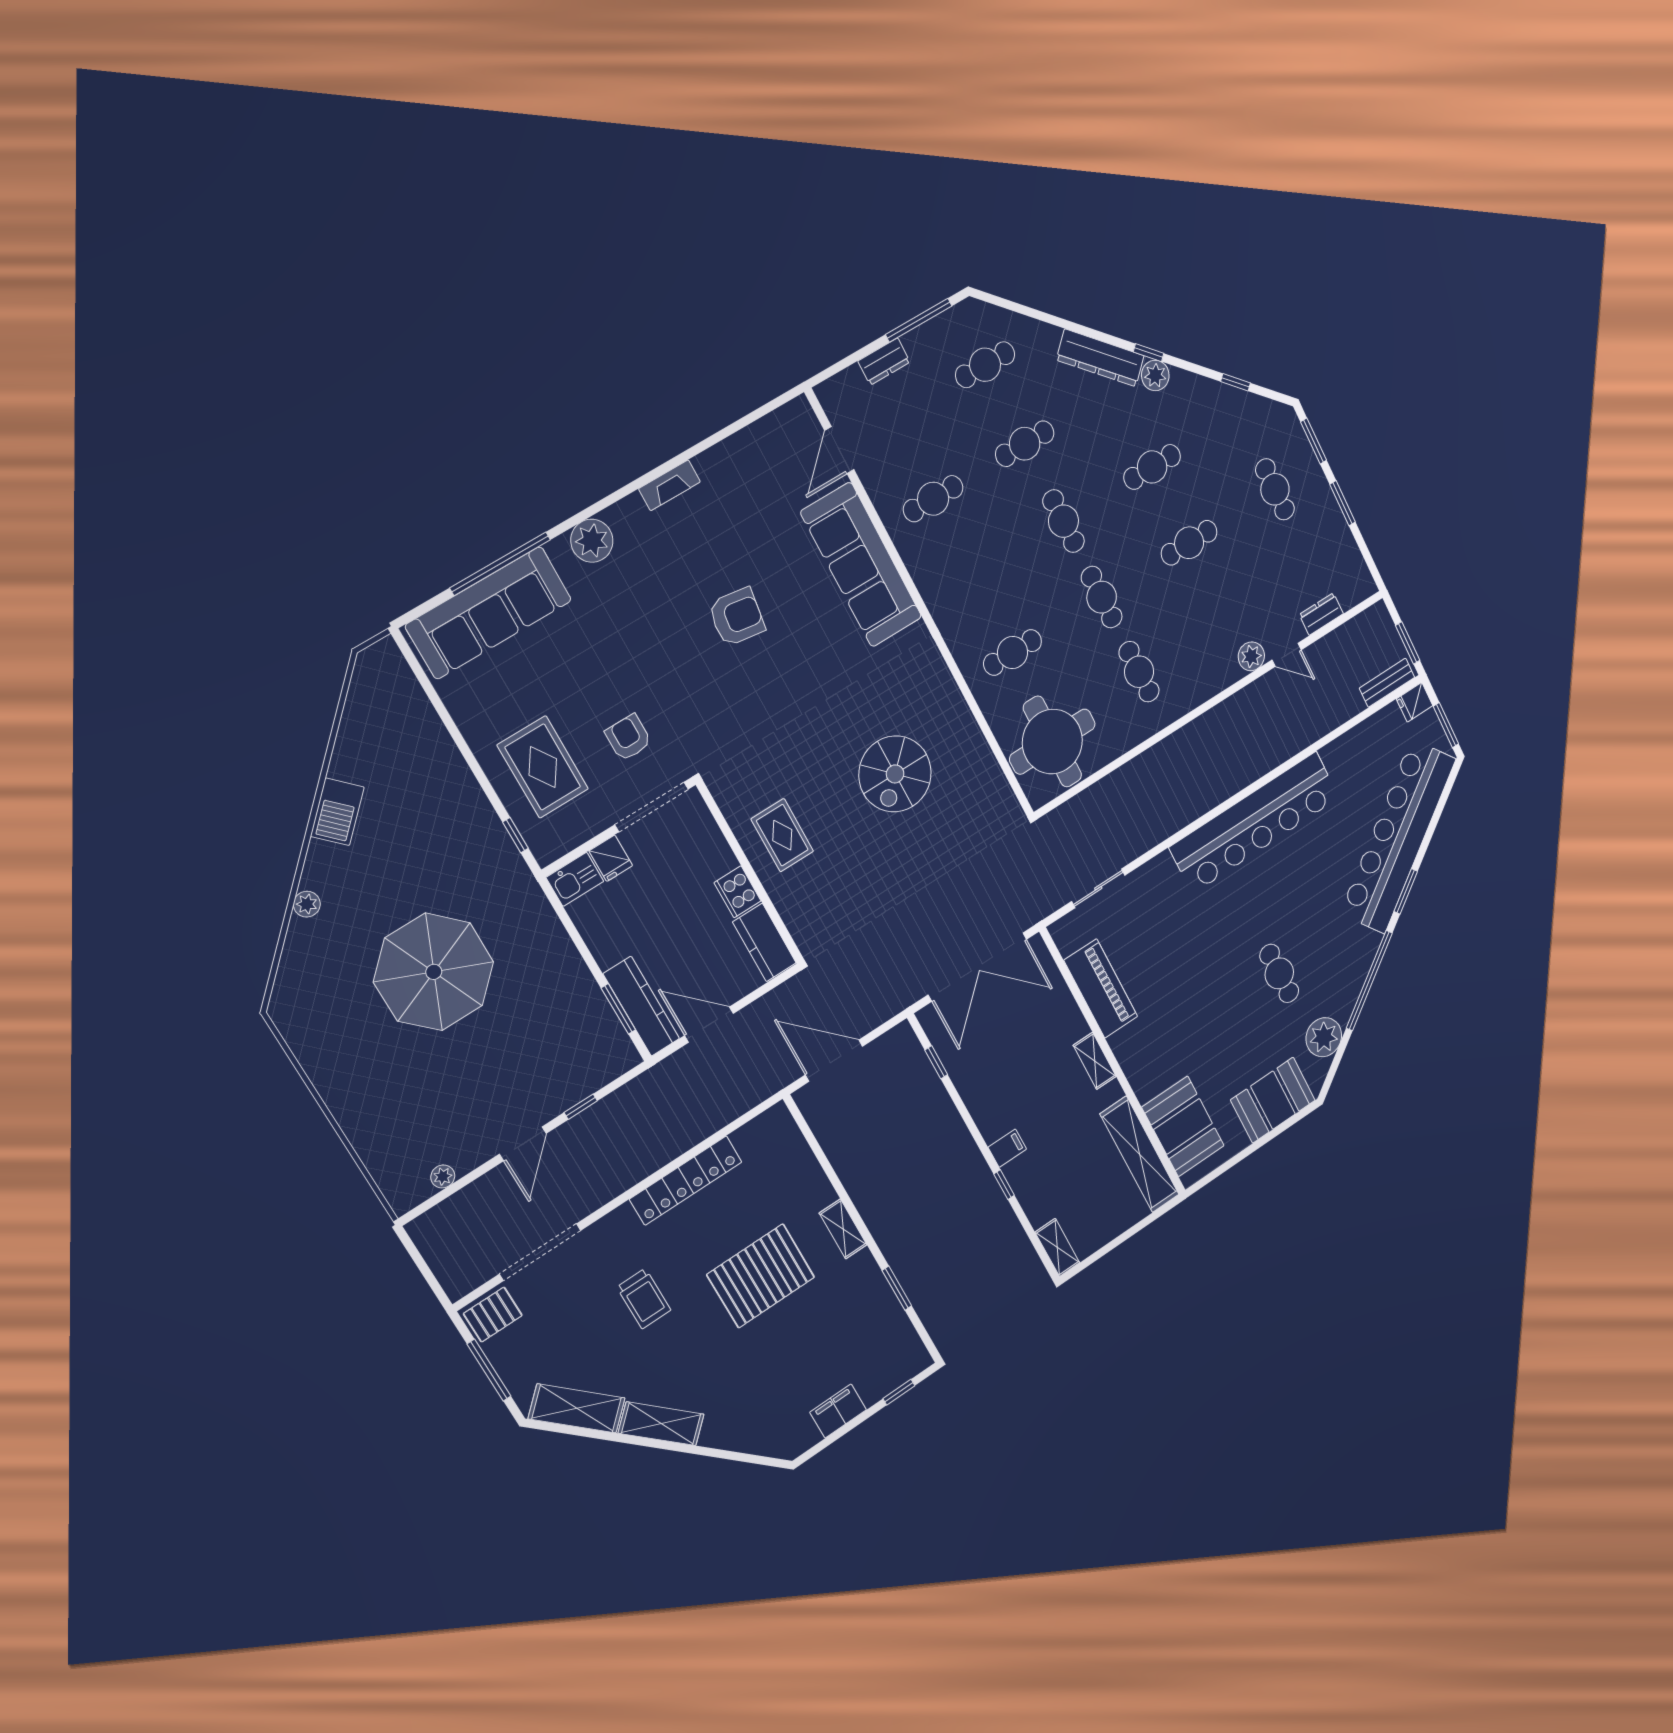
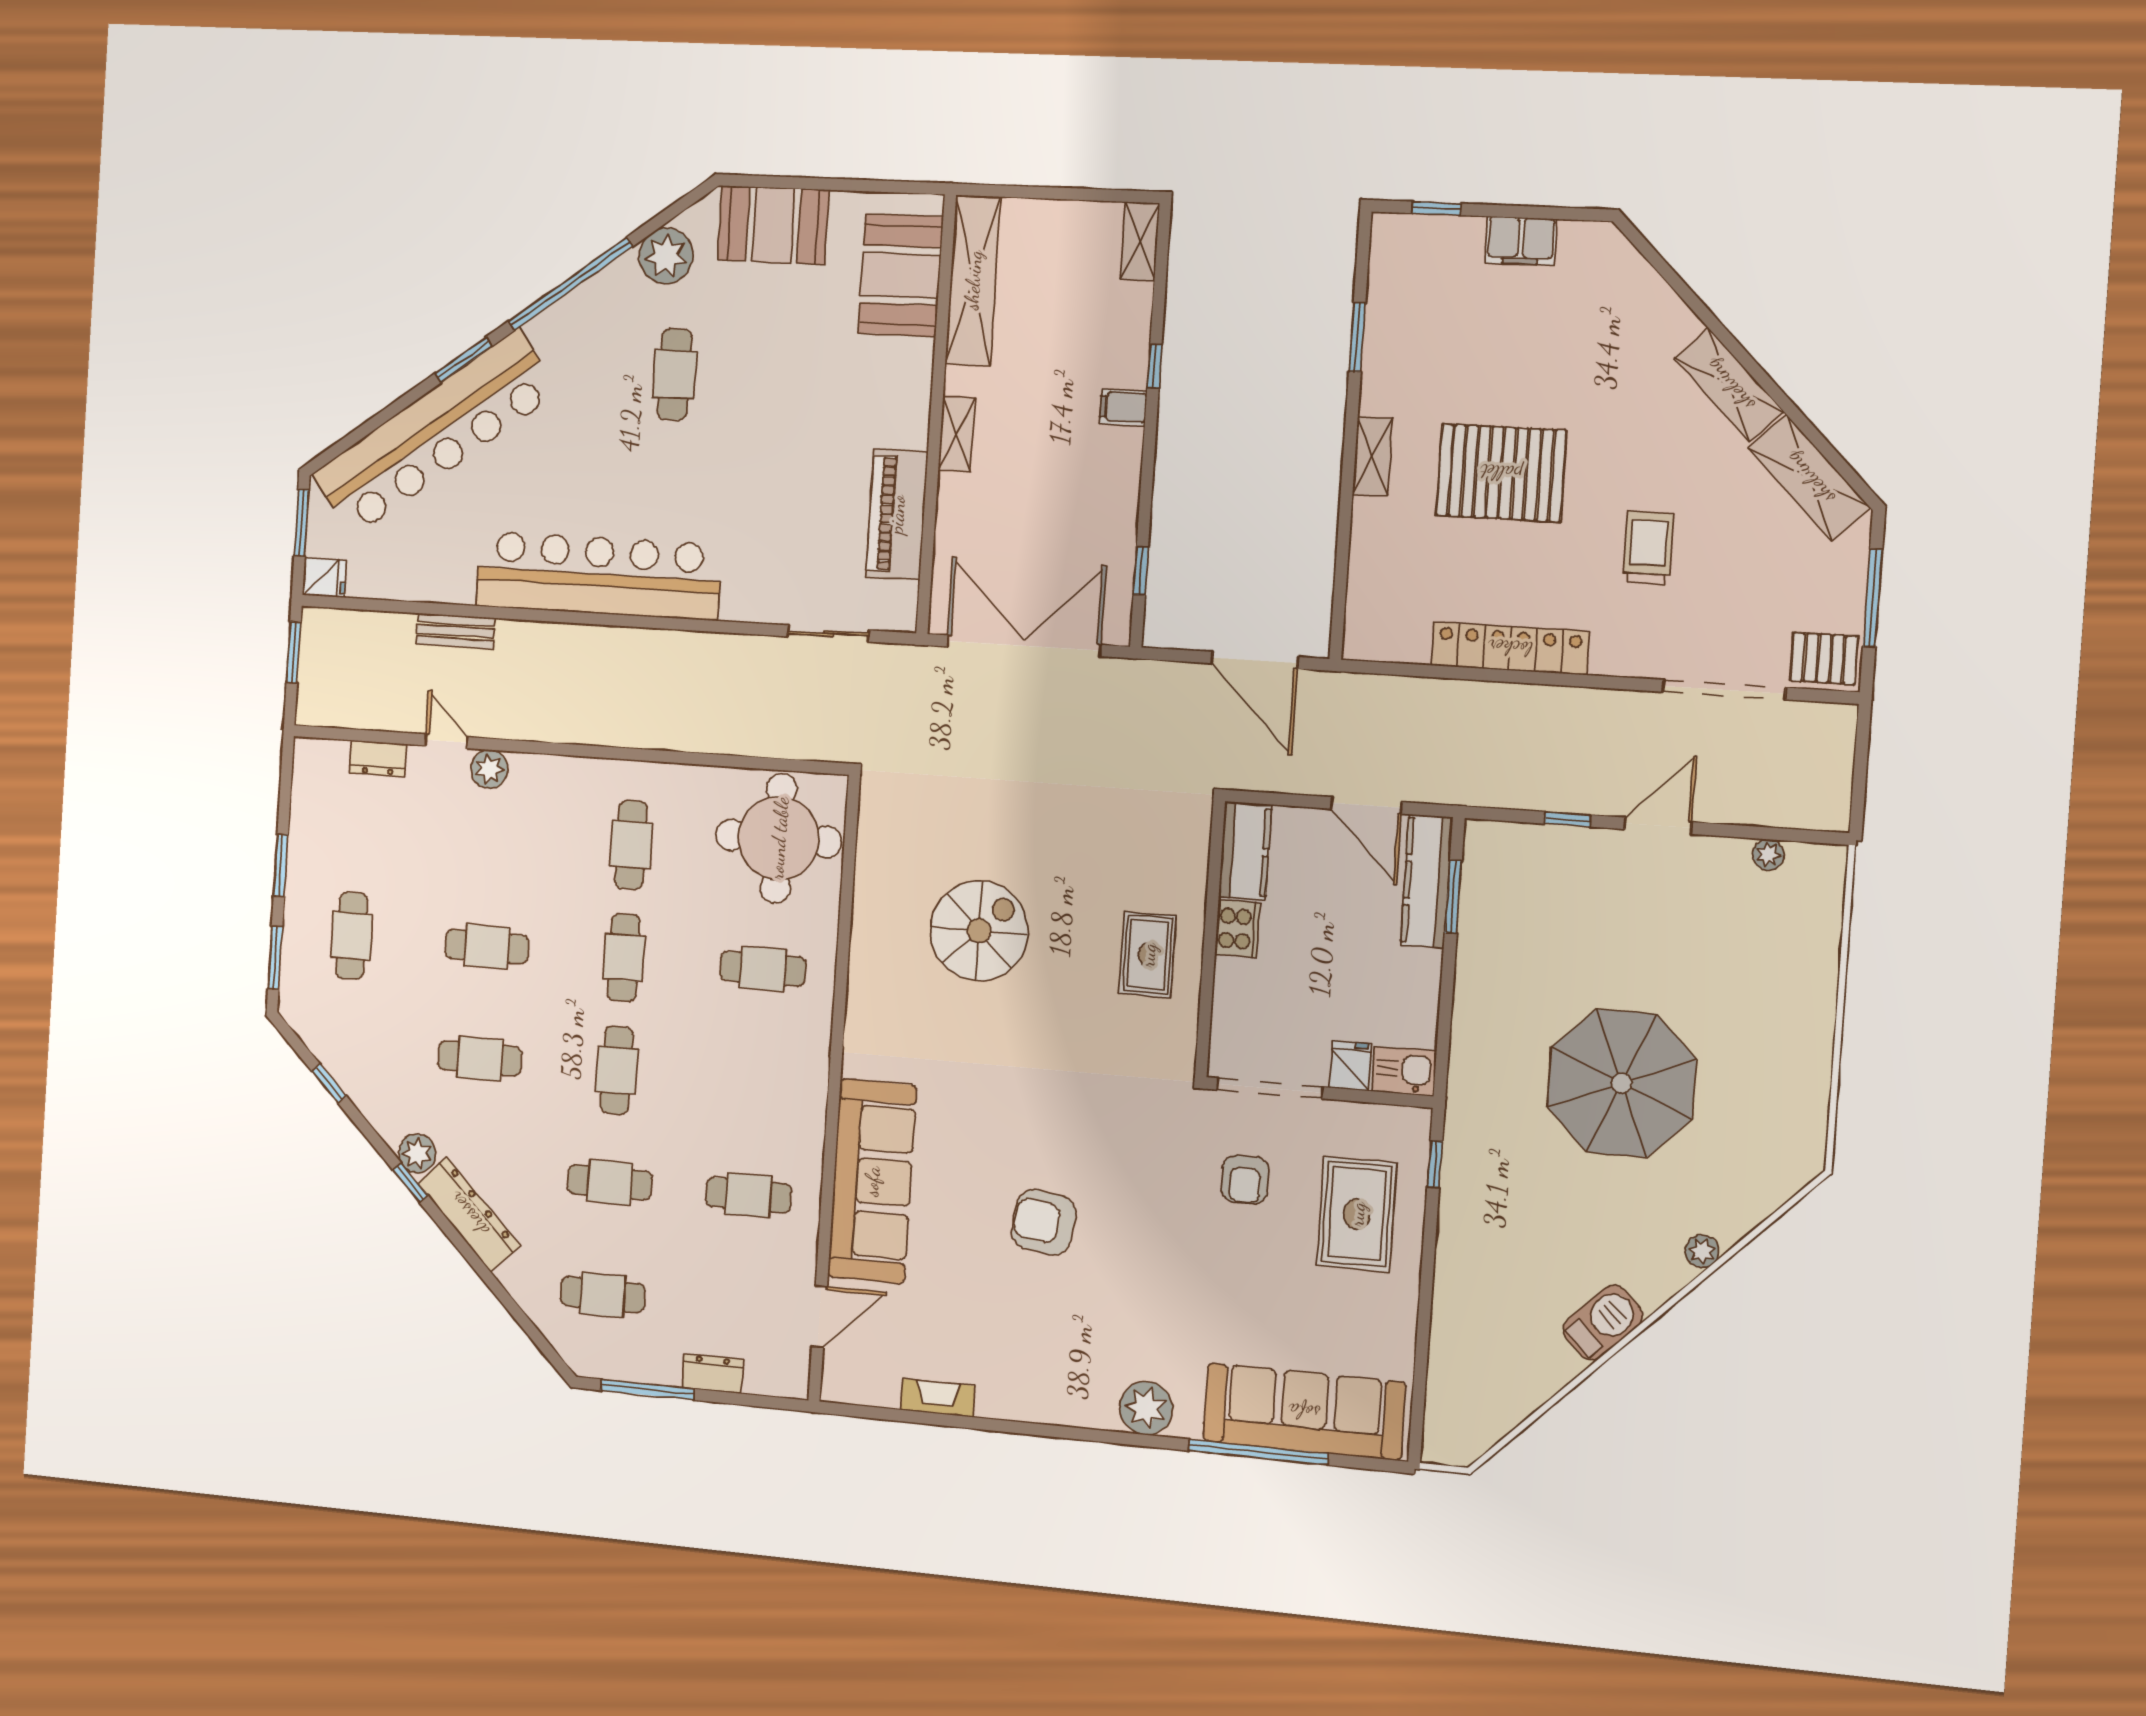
fireplace: (669, 485) -> (938, 1398), moved
bench: (1387, 683) -> (456, 631), moved

